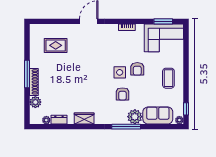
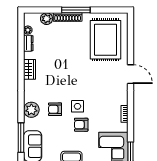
rug: (56, 45) -> (106, 40), width x1.86, depth x2.06
plant: (135, 117) -> (31, 110), moved
window: (126, 127) -> (21, 138), moved

